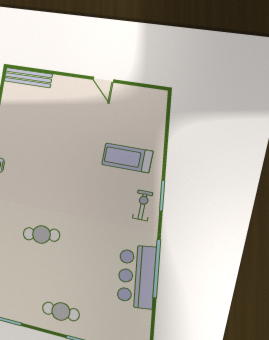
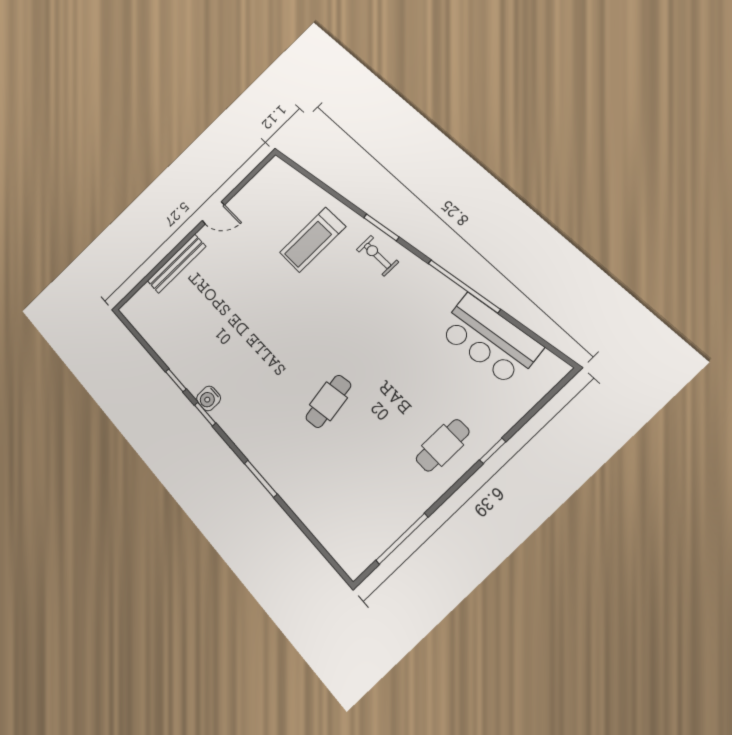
bench: (28, 78) -> (177, 264), moved
bar counter: (137, 277) -> (490, 339), moved

